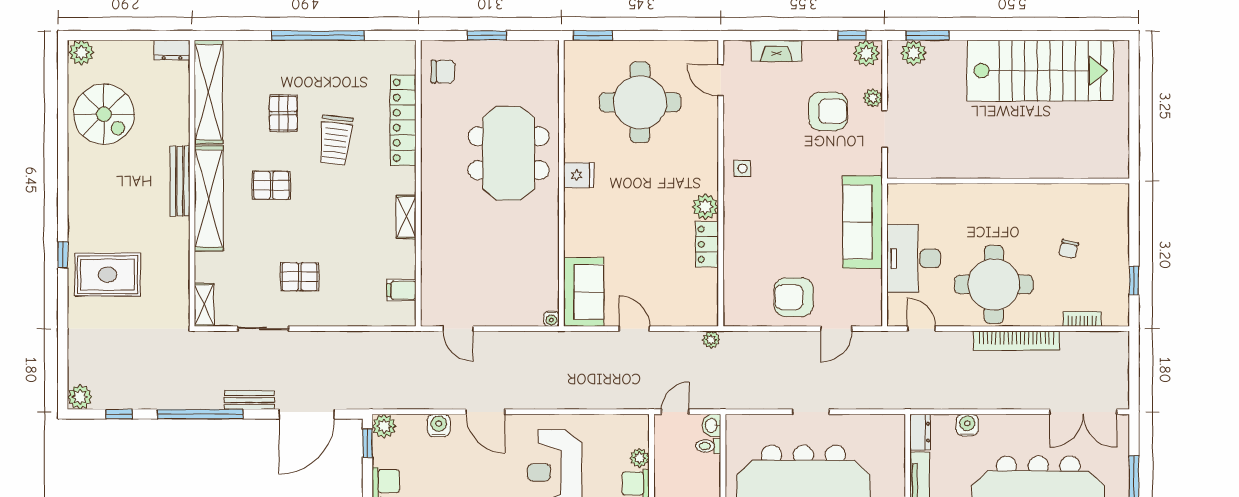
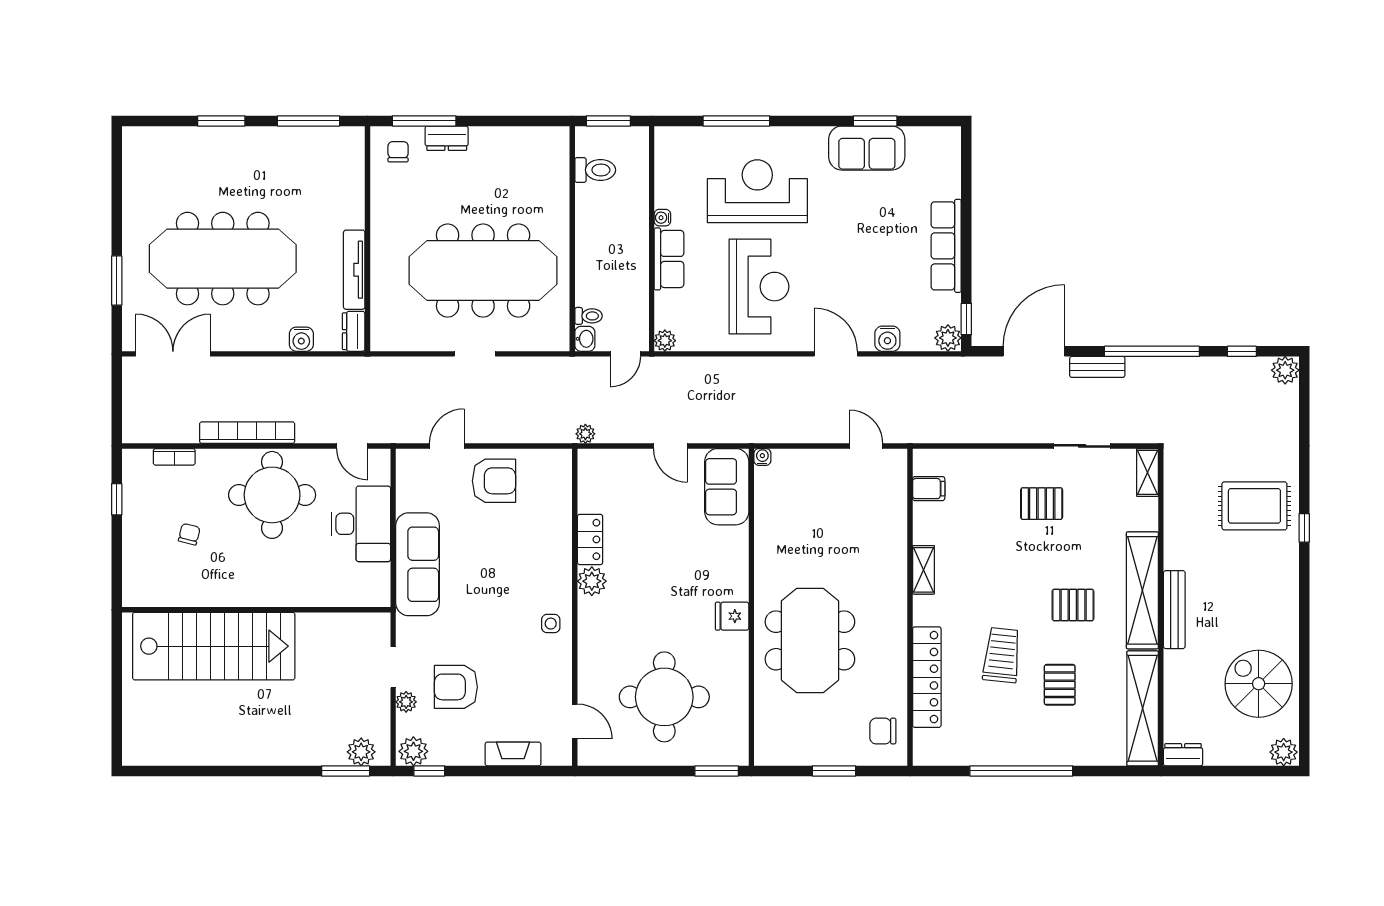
stairs: (1040, 71) -> (214, 646), moved, turned 180
plant: (639, 458) -> (665, 341), moved

